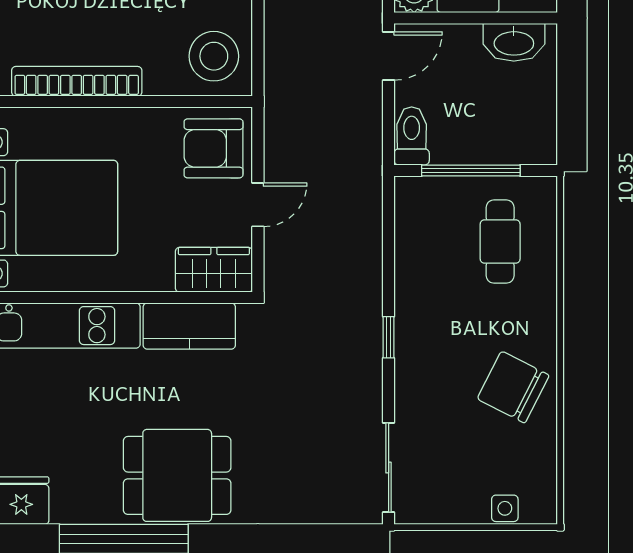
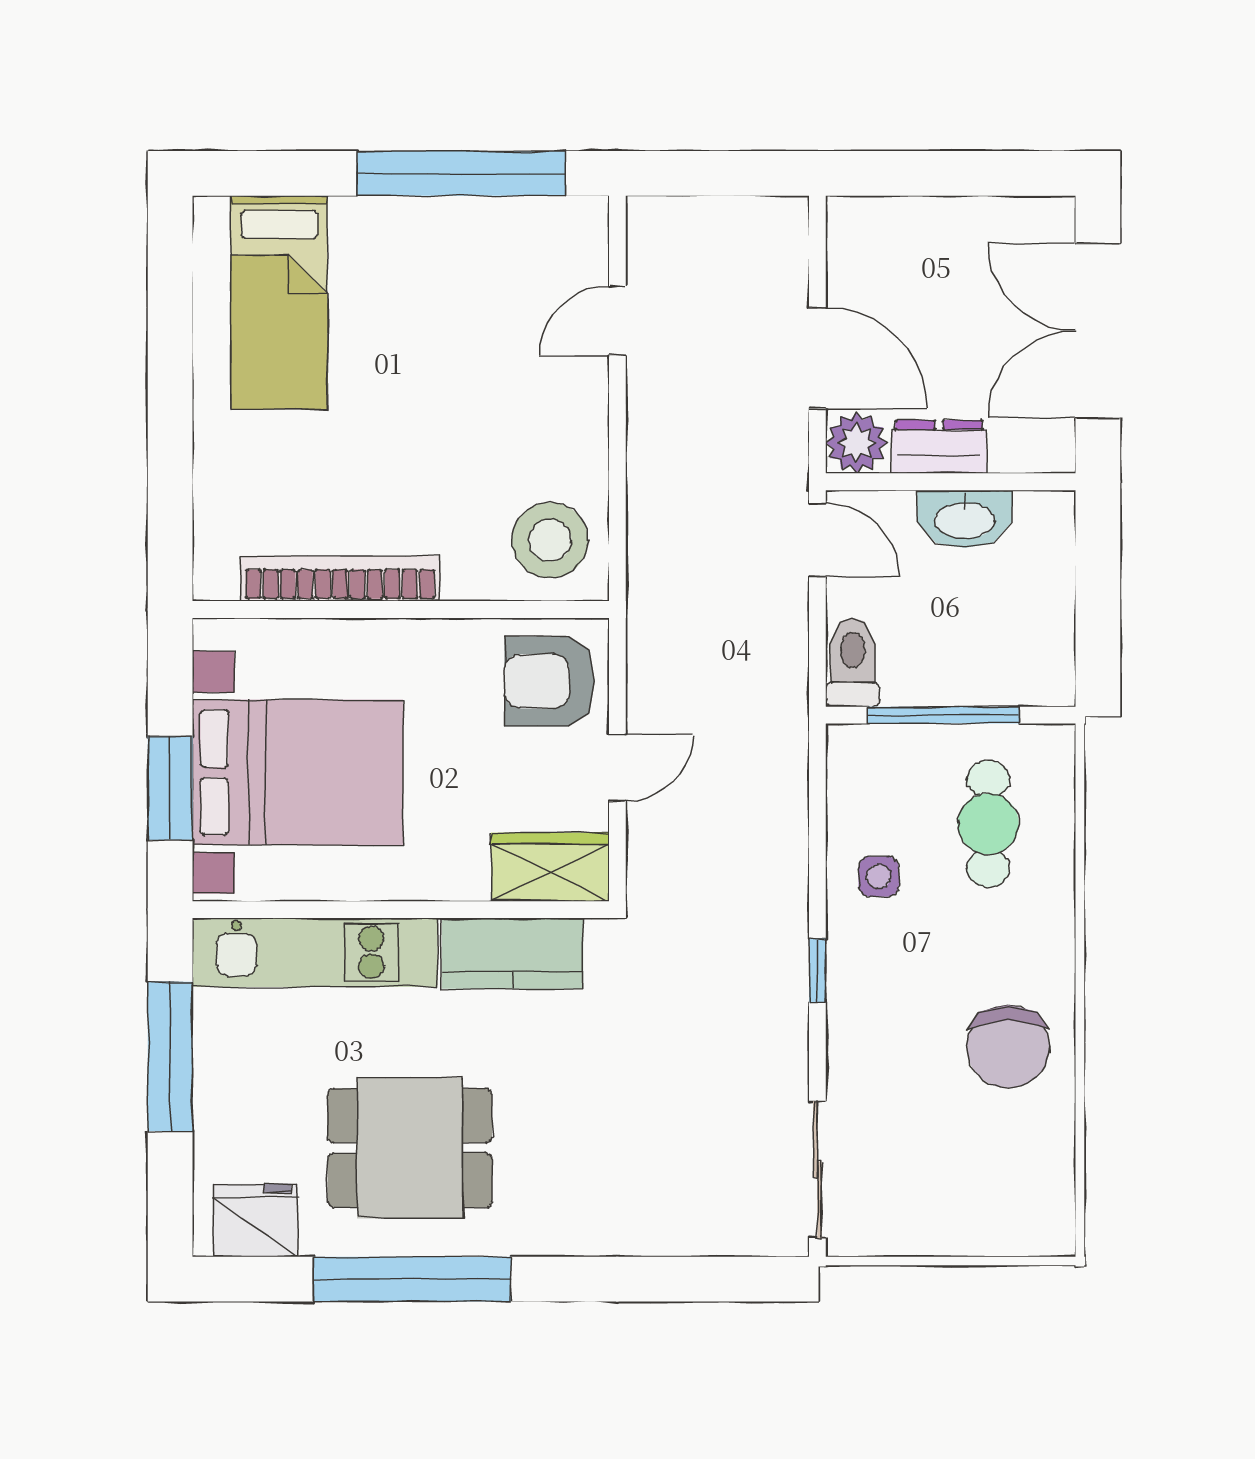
washbasin: (514, 42) -> (965, 519), moved
door: (389, 56) -> (817, 540), hinge flipped
chair: (513, 387) -> (1008, 1047), turned -117
dining table: (177, 475) -> (410, 1148), moved
side table: (505, 508) -> (879, 877), moved

